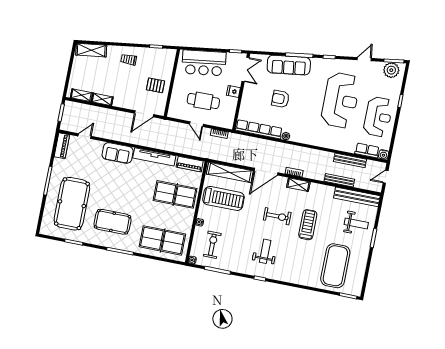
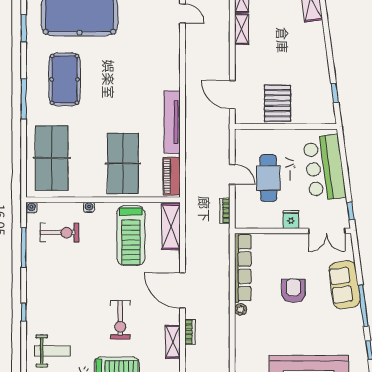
trolley: (129, 60) -> (308, 56), removed
sofa: (289, 65) -> (344, 285), width x0.73
pallet: (156, 85) -> (277, 103), width x1.50, depth x1.42
door: (196, 124) -> (232, 174), swing flipped
sofa: (118, 153) -> (167, 67), removed
shelving: (230, 172) -> (171, 227), width x0.68
weight bench: (265, 251) -> (52, 351), moved

